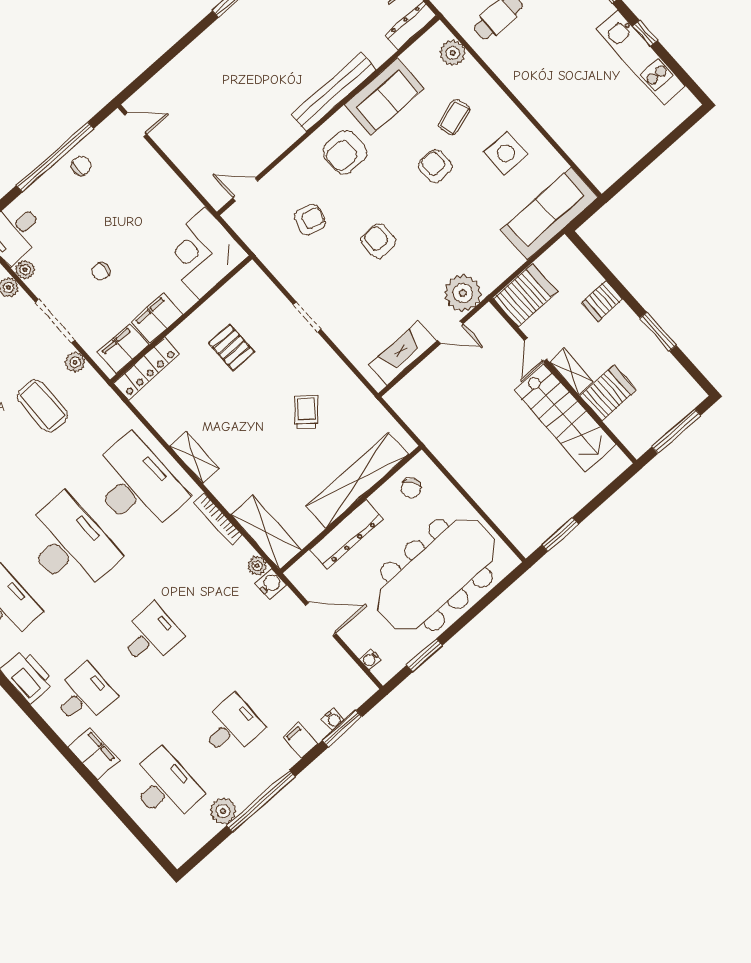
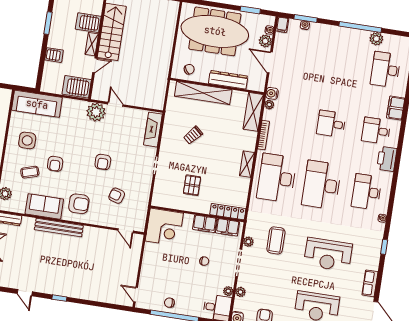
fireplace: (403, 353) -> (153, 130), moved, turned 90
plant: (359, 639) -> (265, 41), added
desk: (231, 727) -> (341, 63), removed
filing cabinet: (300, 741) -> (282, 25), moved

